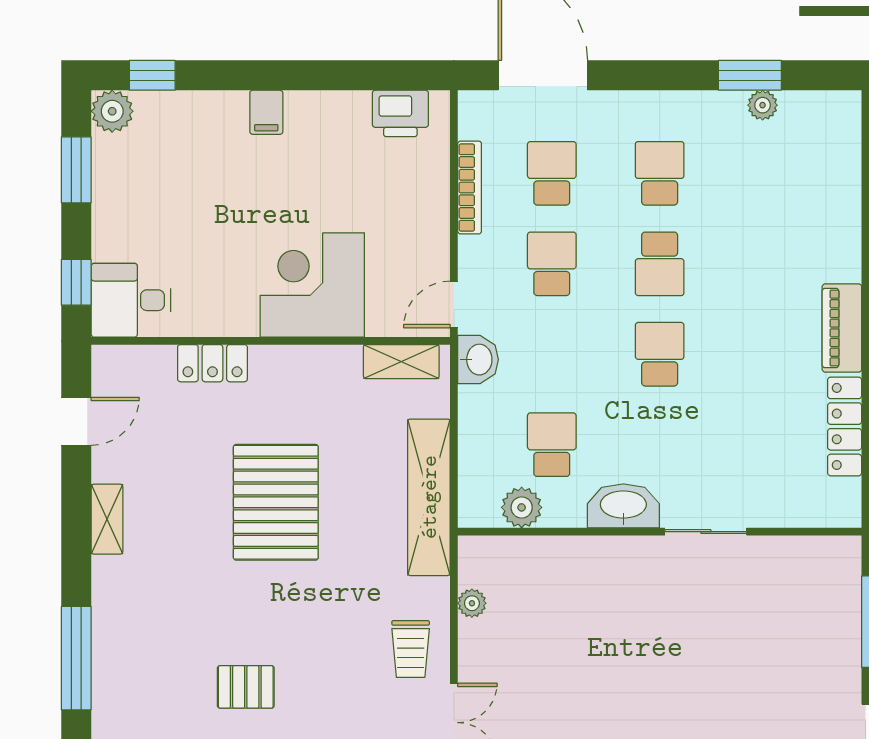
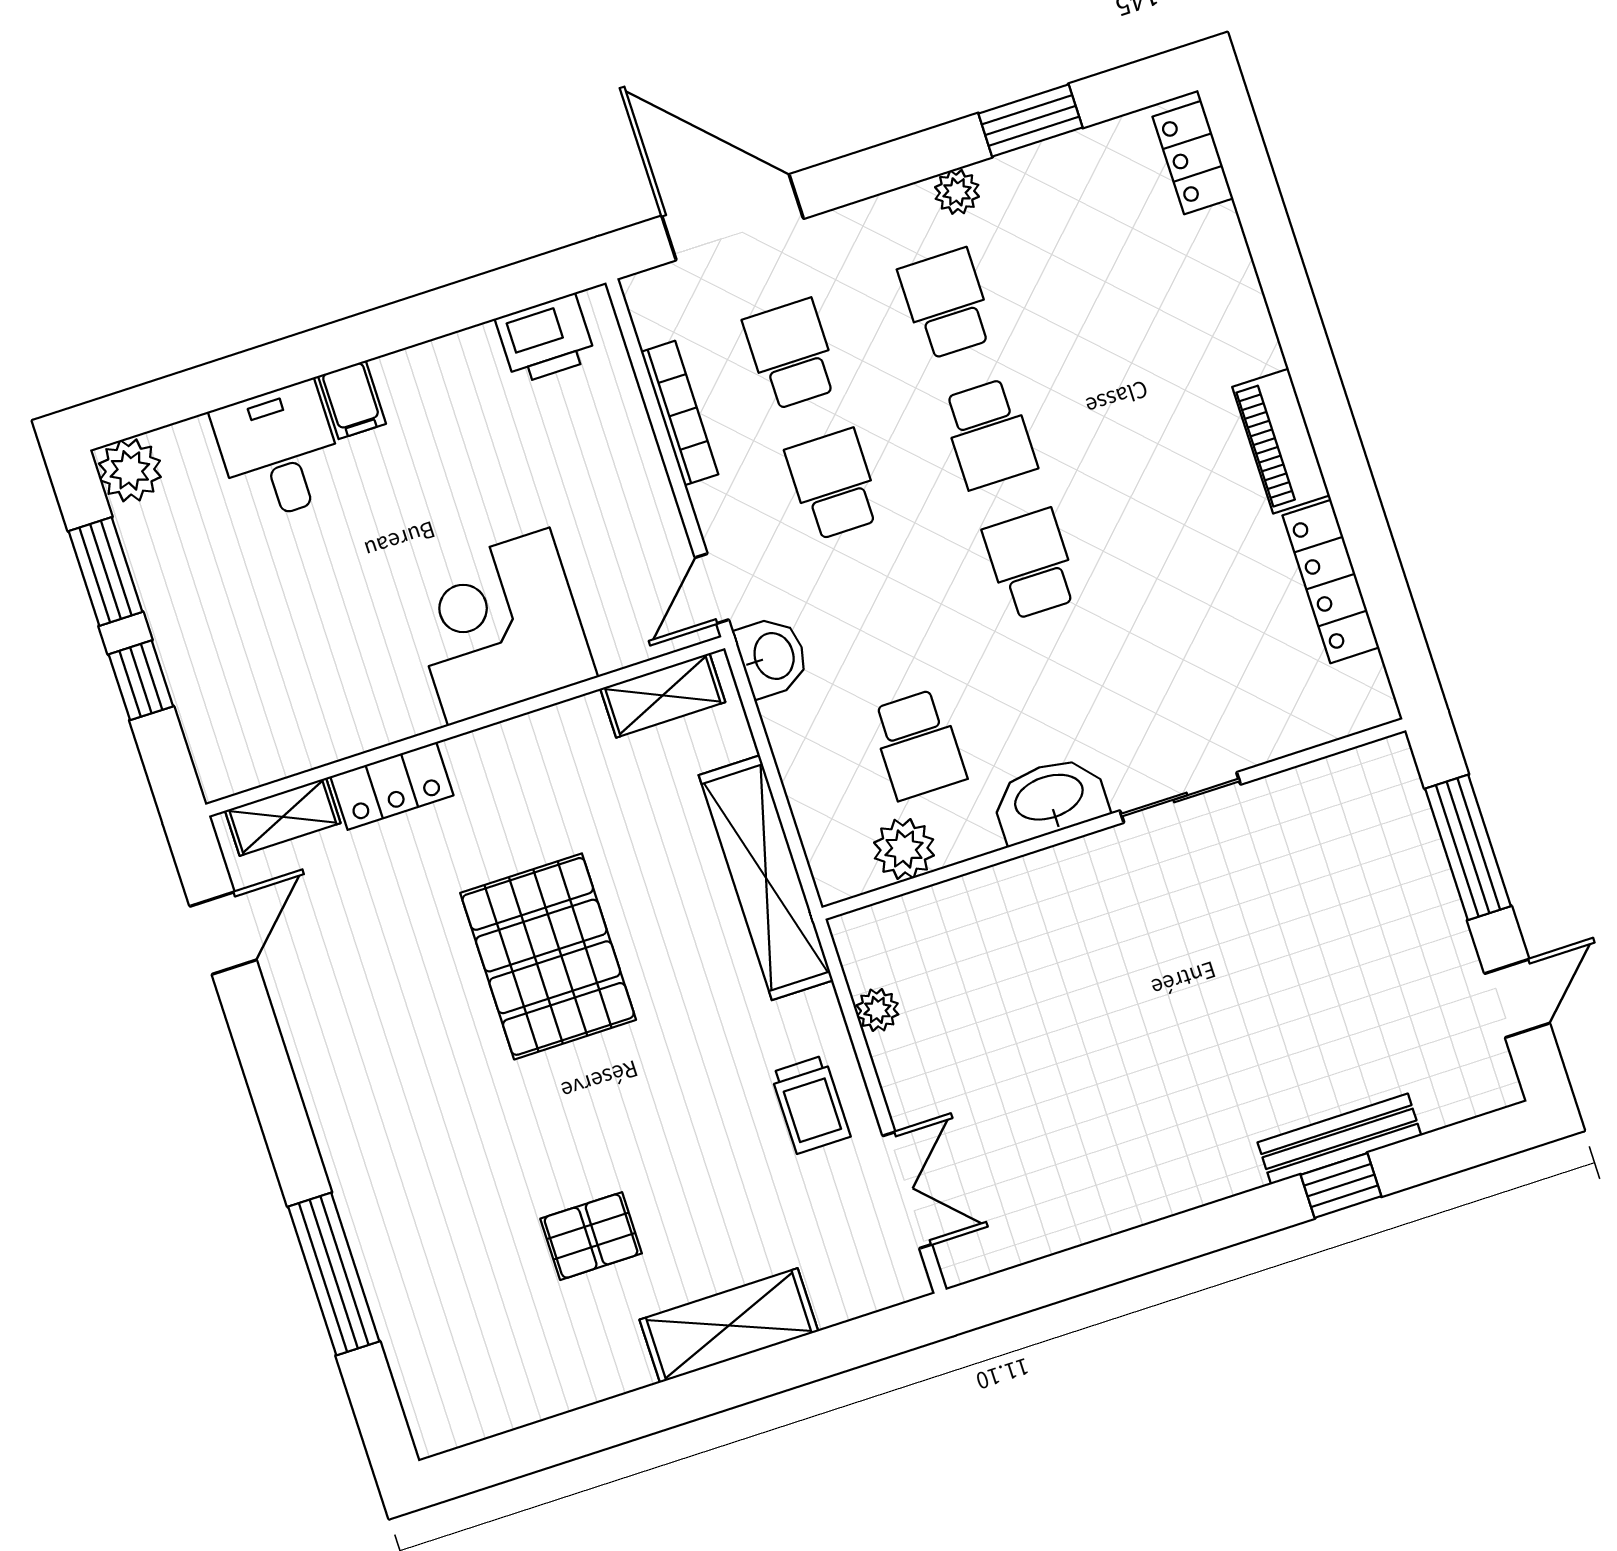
window: (152, 75) -> (171, 400), removed
plant: (763, 105) -> (957, 192), moved
locker: (844, 132) -> (1193, 157), added
window: (76, 282) -> (141, 680), moved
desk: (131, 300) -> (279, 452), moved, turned 90
school desk: (552, 445) -> (918, 745), turned 180
shelving: (107, 519) -> (283, 817), moved, turned 90

